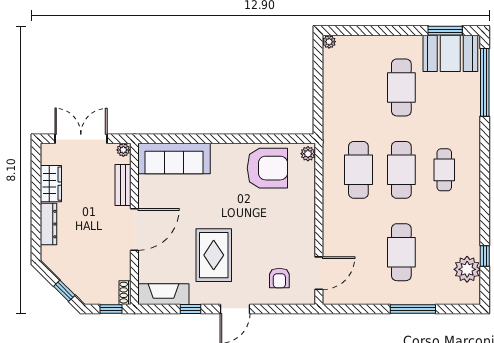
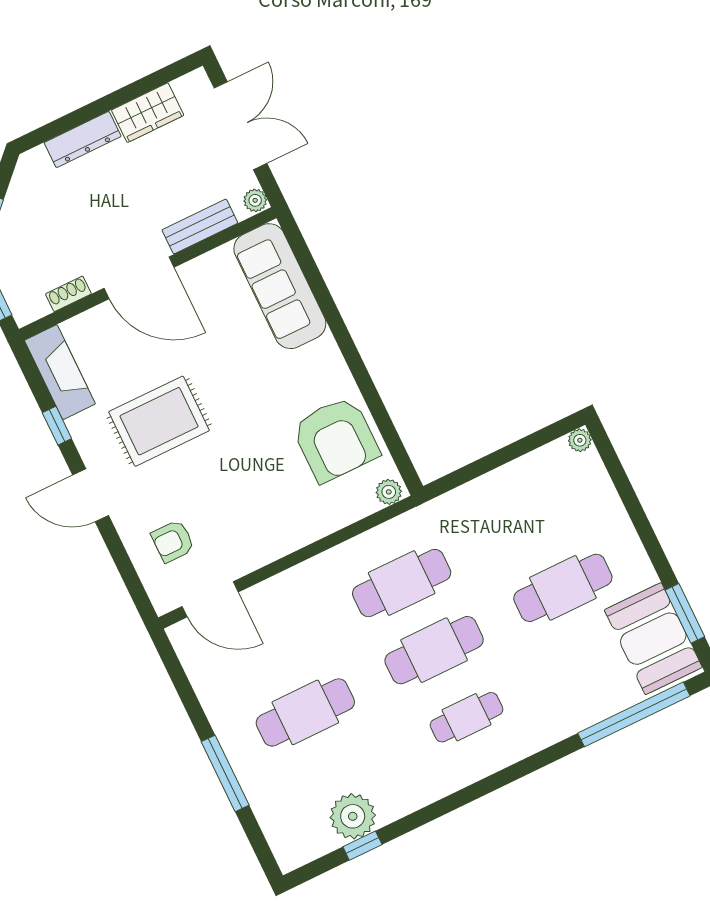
plant: (467, 269) -> (353, 816), moved
shoe rack: (125, 293) -> (68, 294), moved

